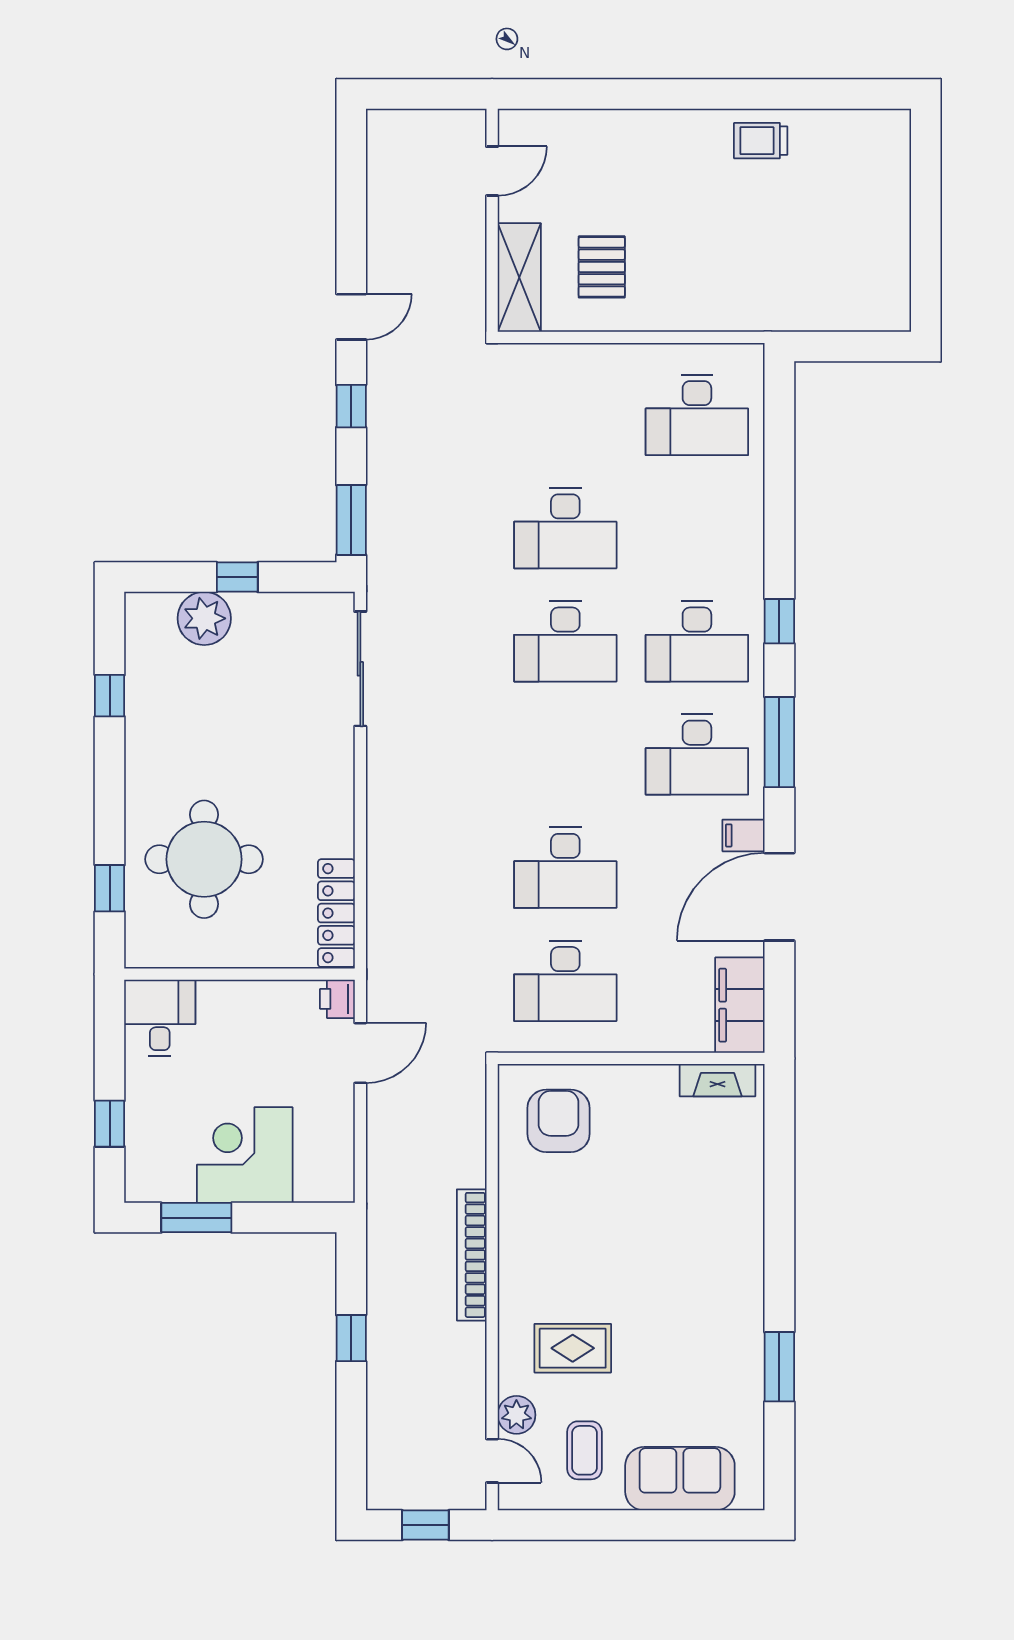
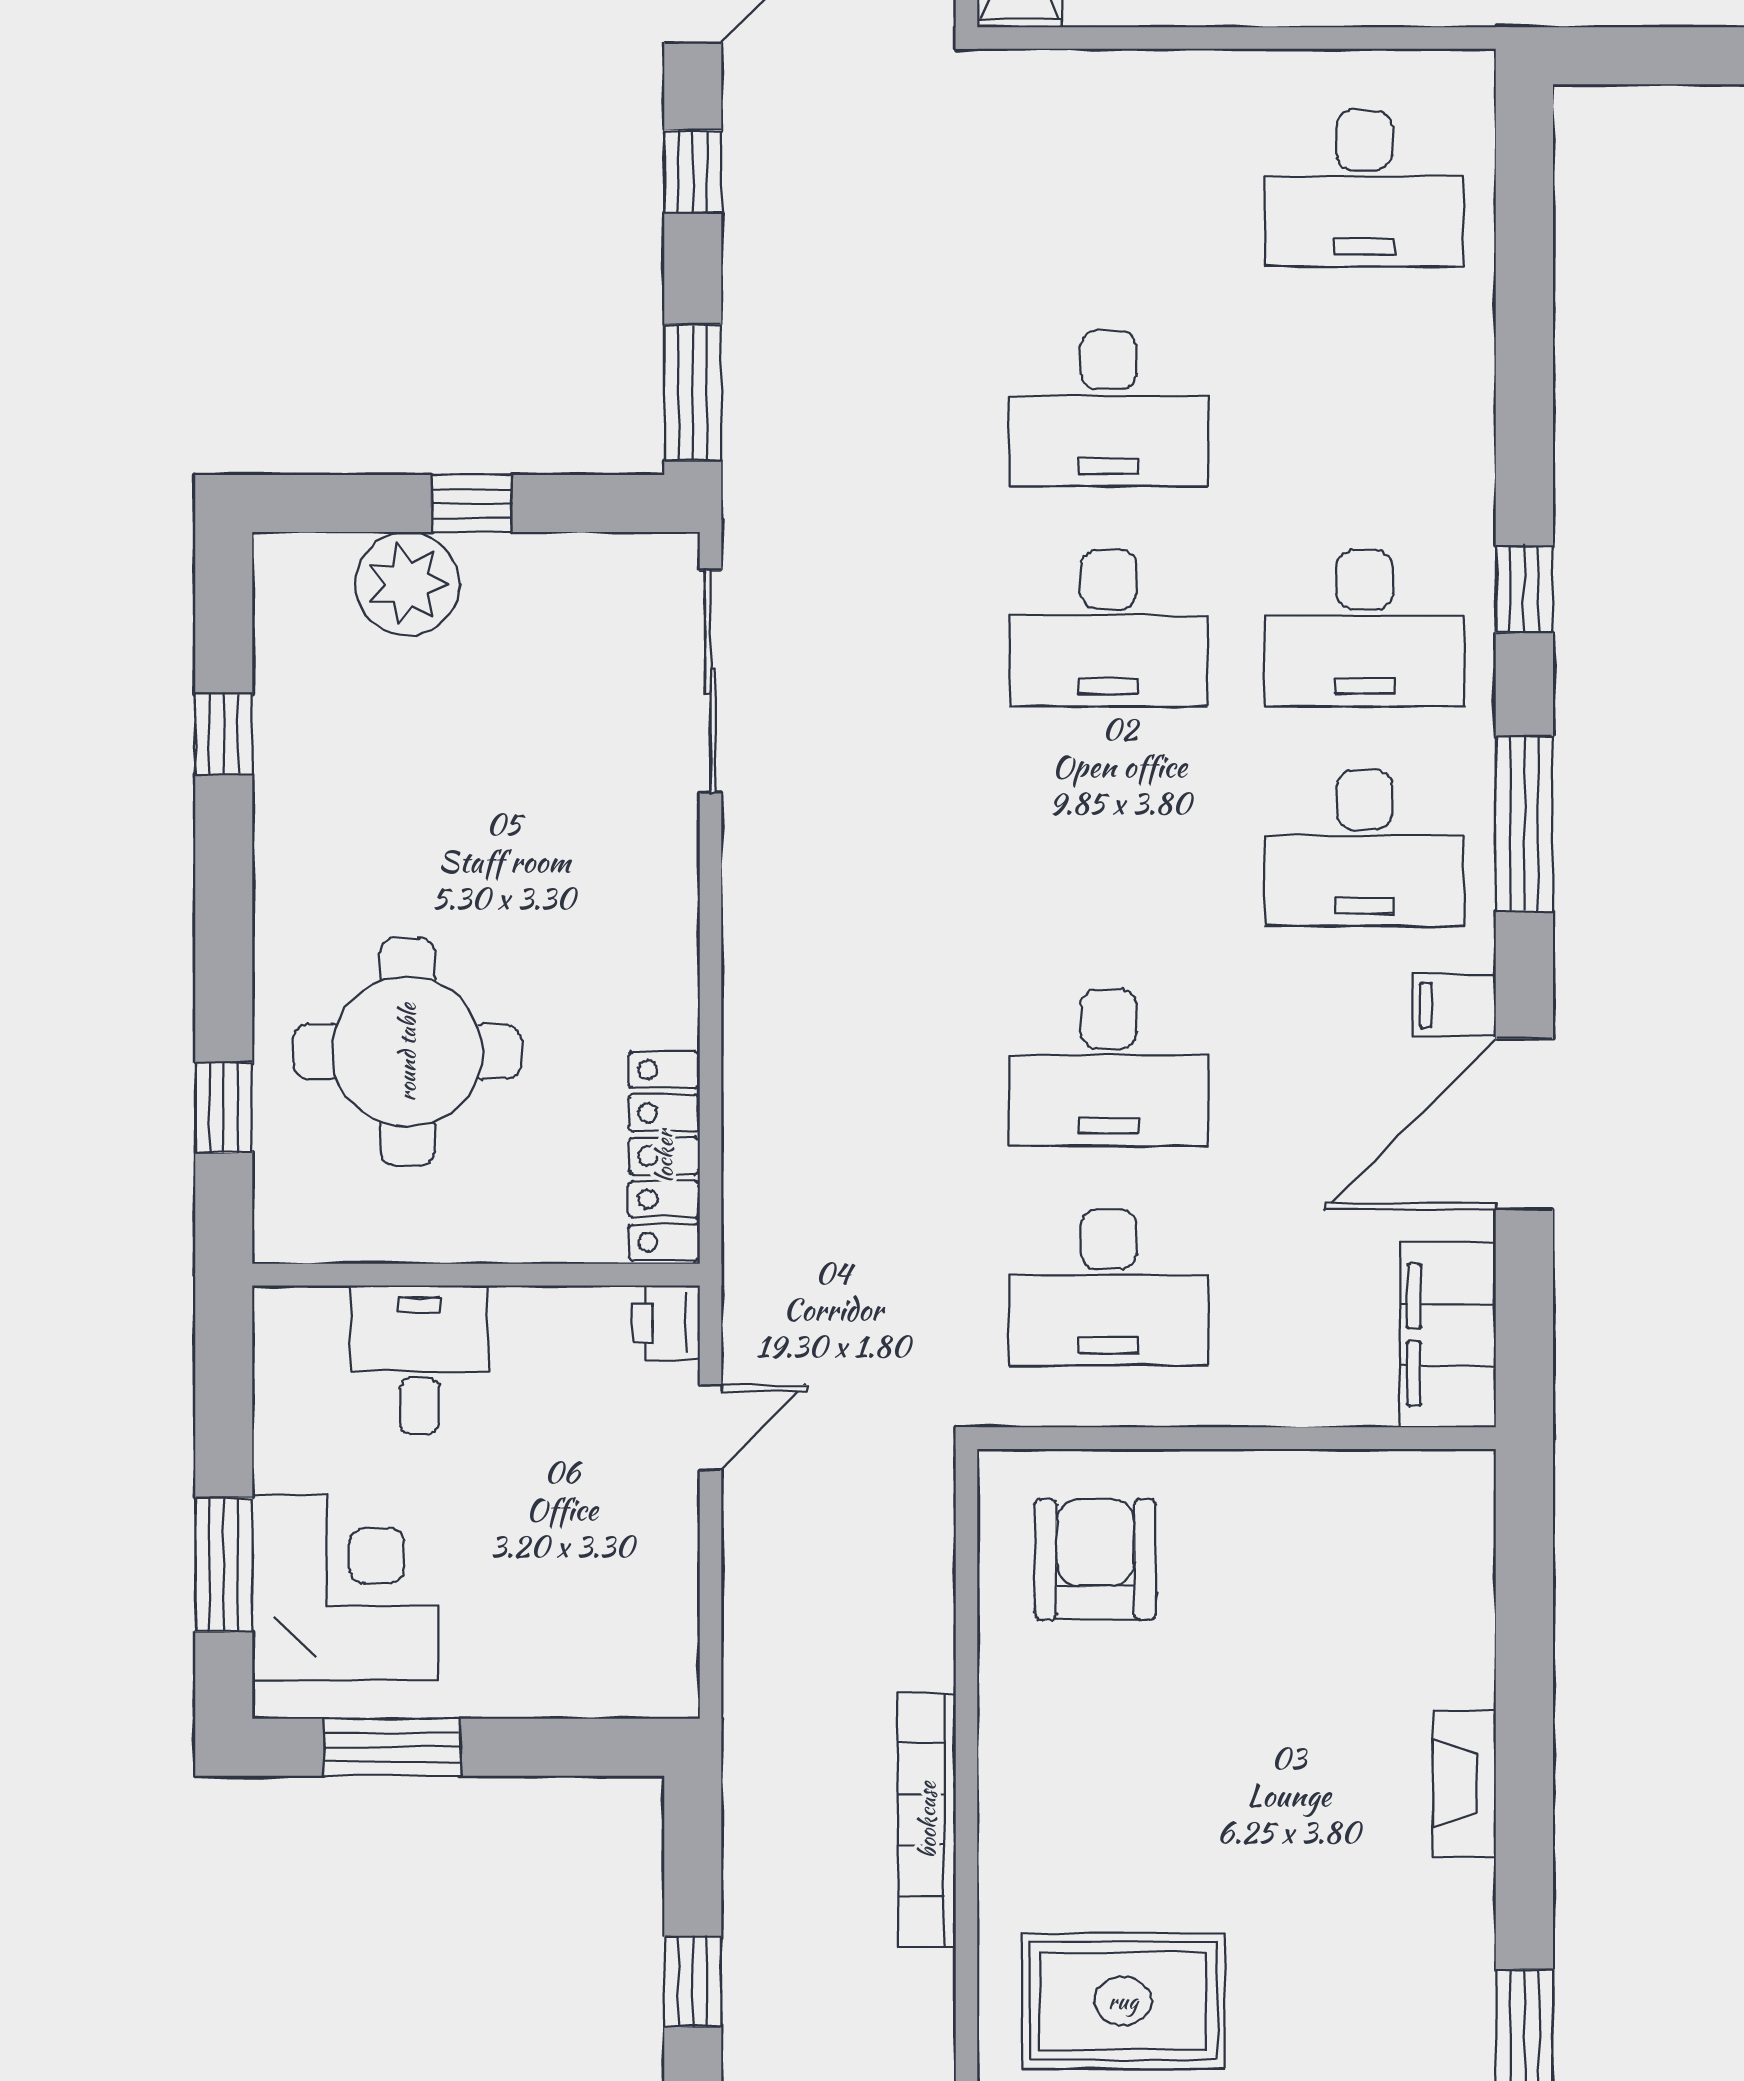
desk: (160, 1018) -> (420, 1360), moved
door: (360, 1053) -> (711, 1428), width x0.73
fireplace: (718, 1080) -> (1464, 1783), moved, turned 90
window: (110, 1124) -> (224, 1565), width x1.50
corner desk: (245, 1155) -> (345, 1587), moved, turned 90
rug: (573, 1348) -> (1123, 2001), width x1.36, depth x1.43

